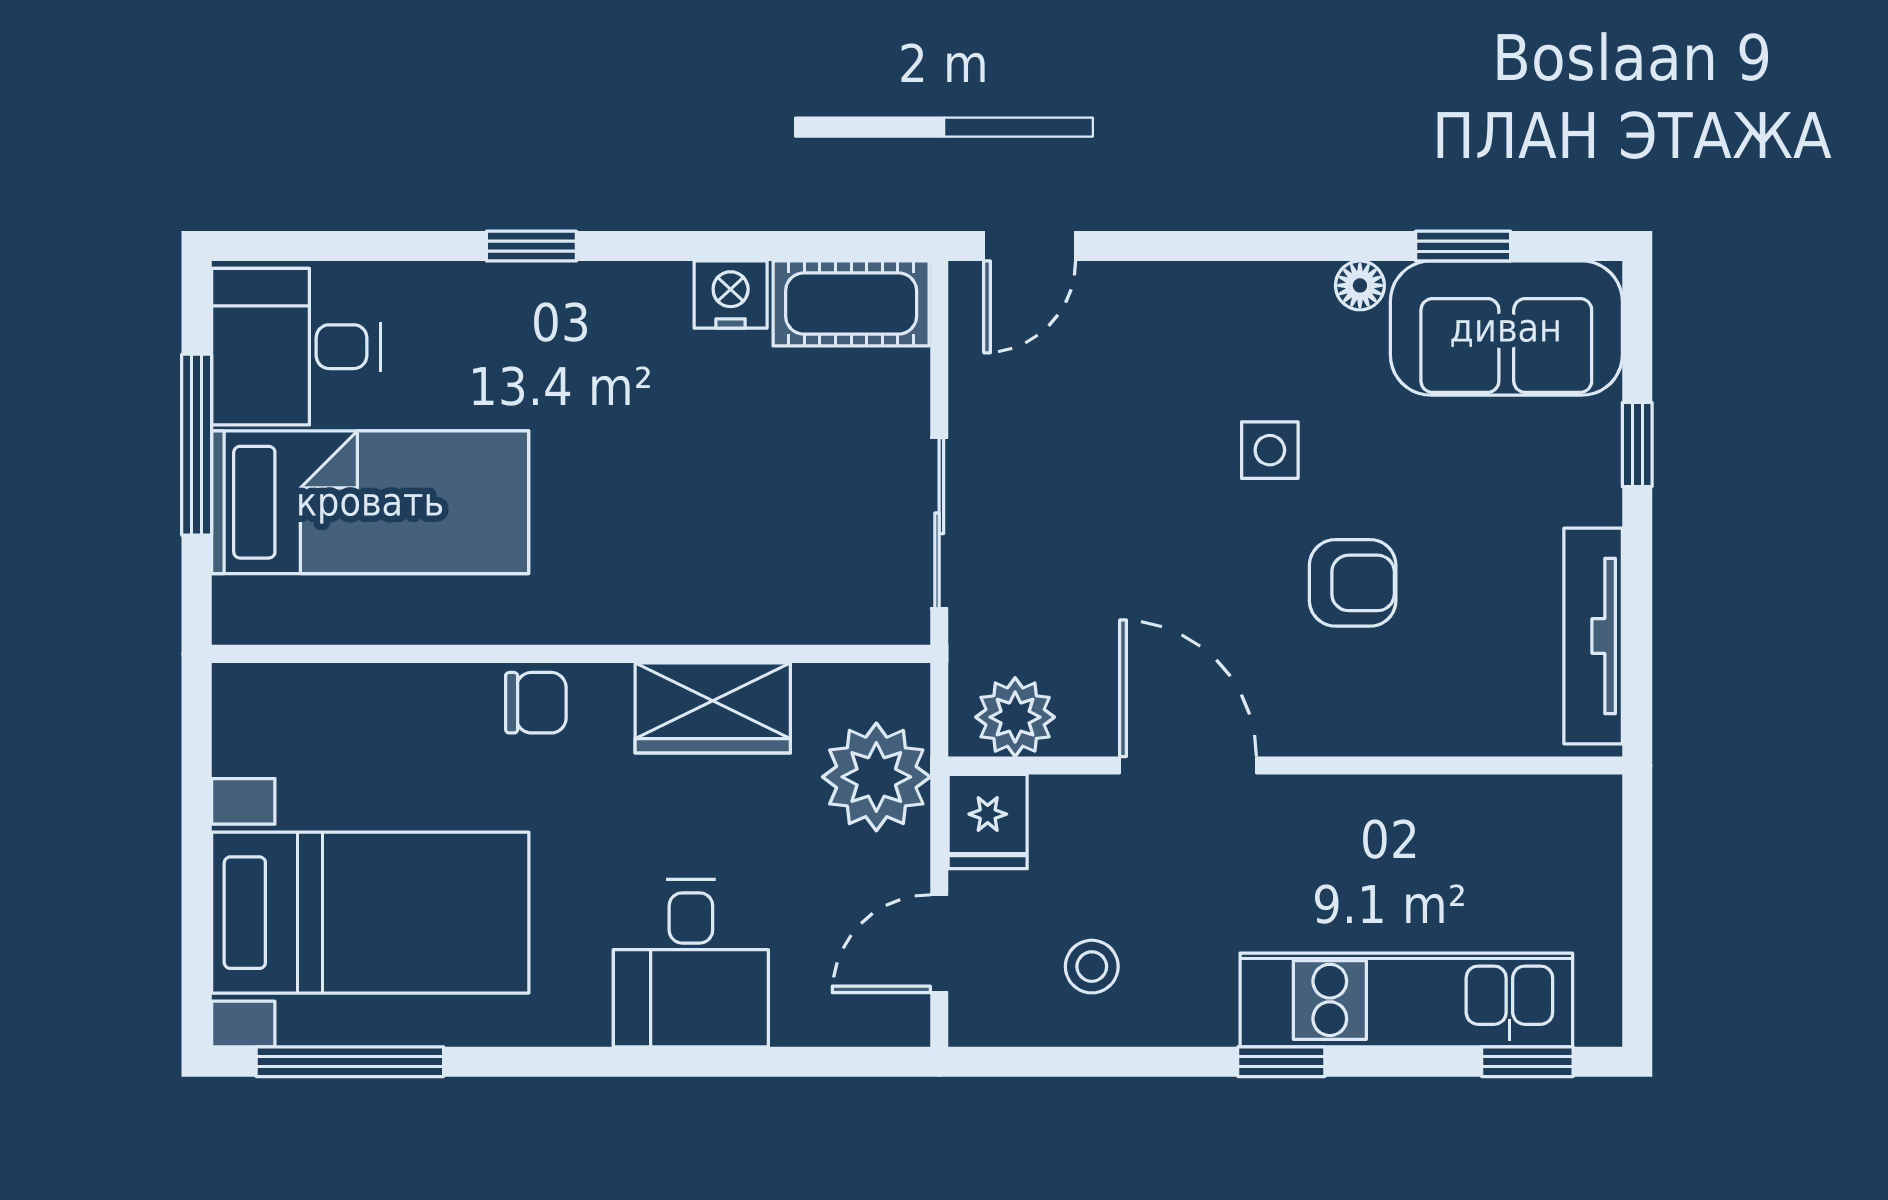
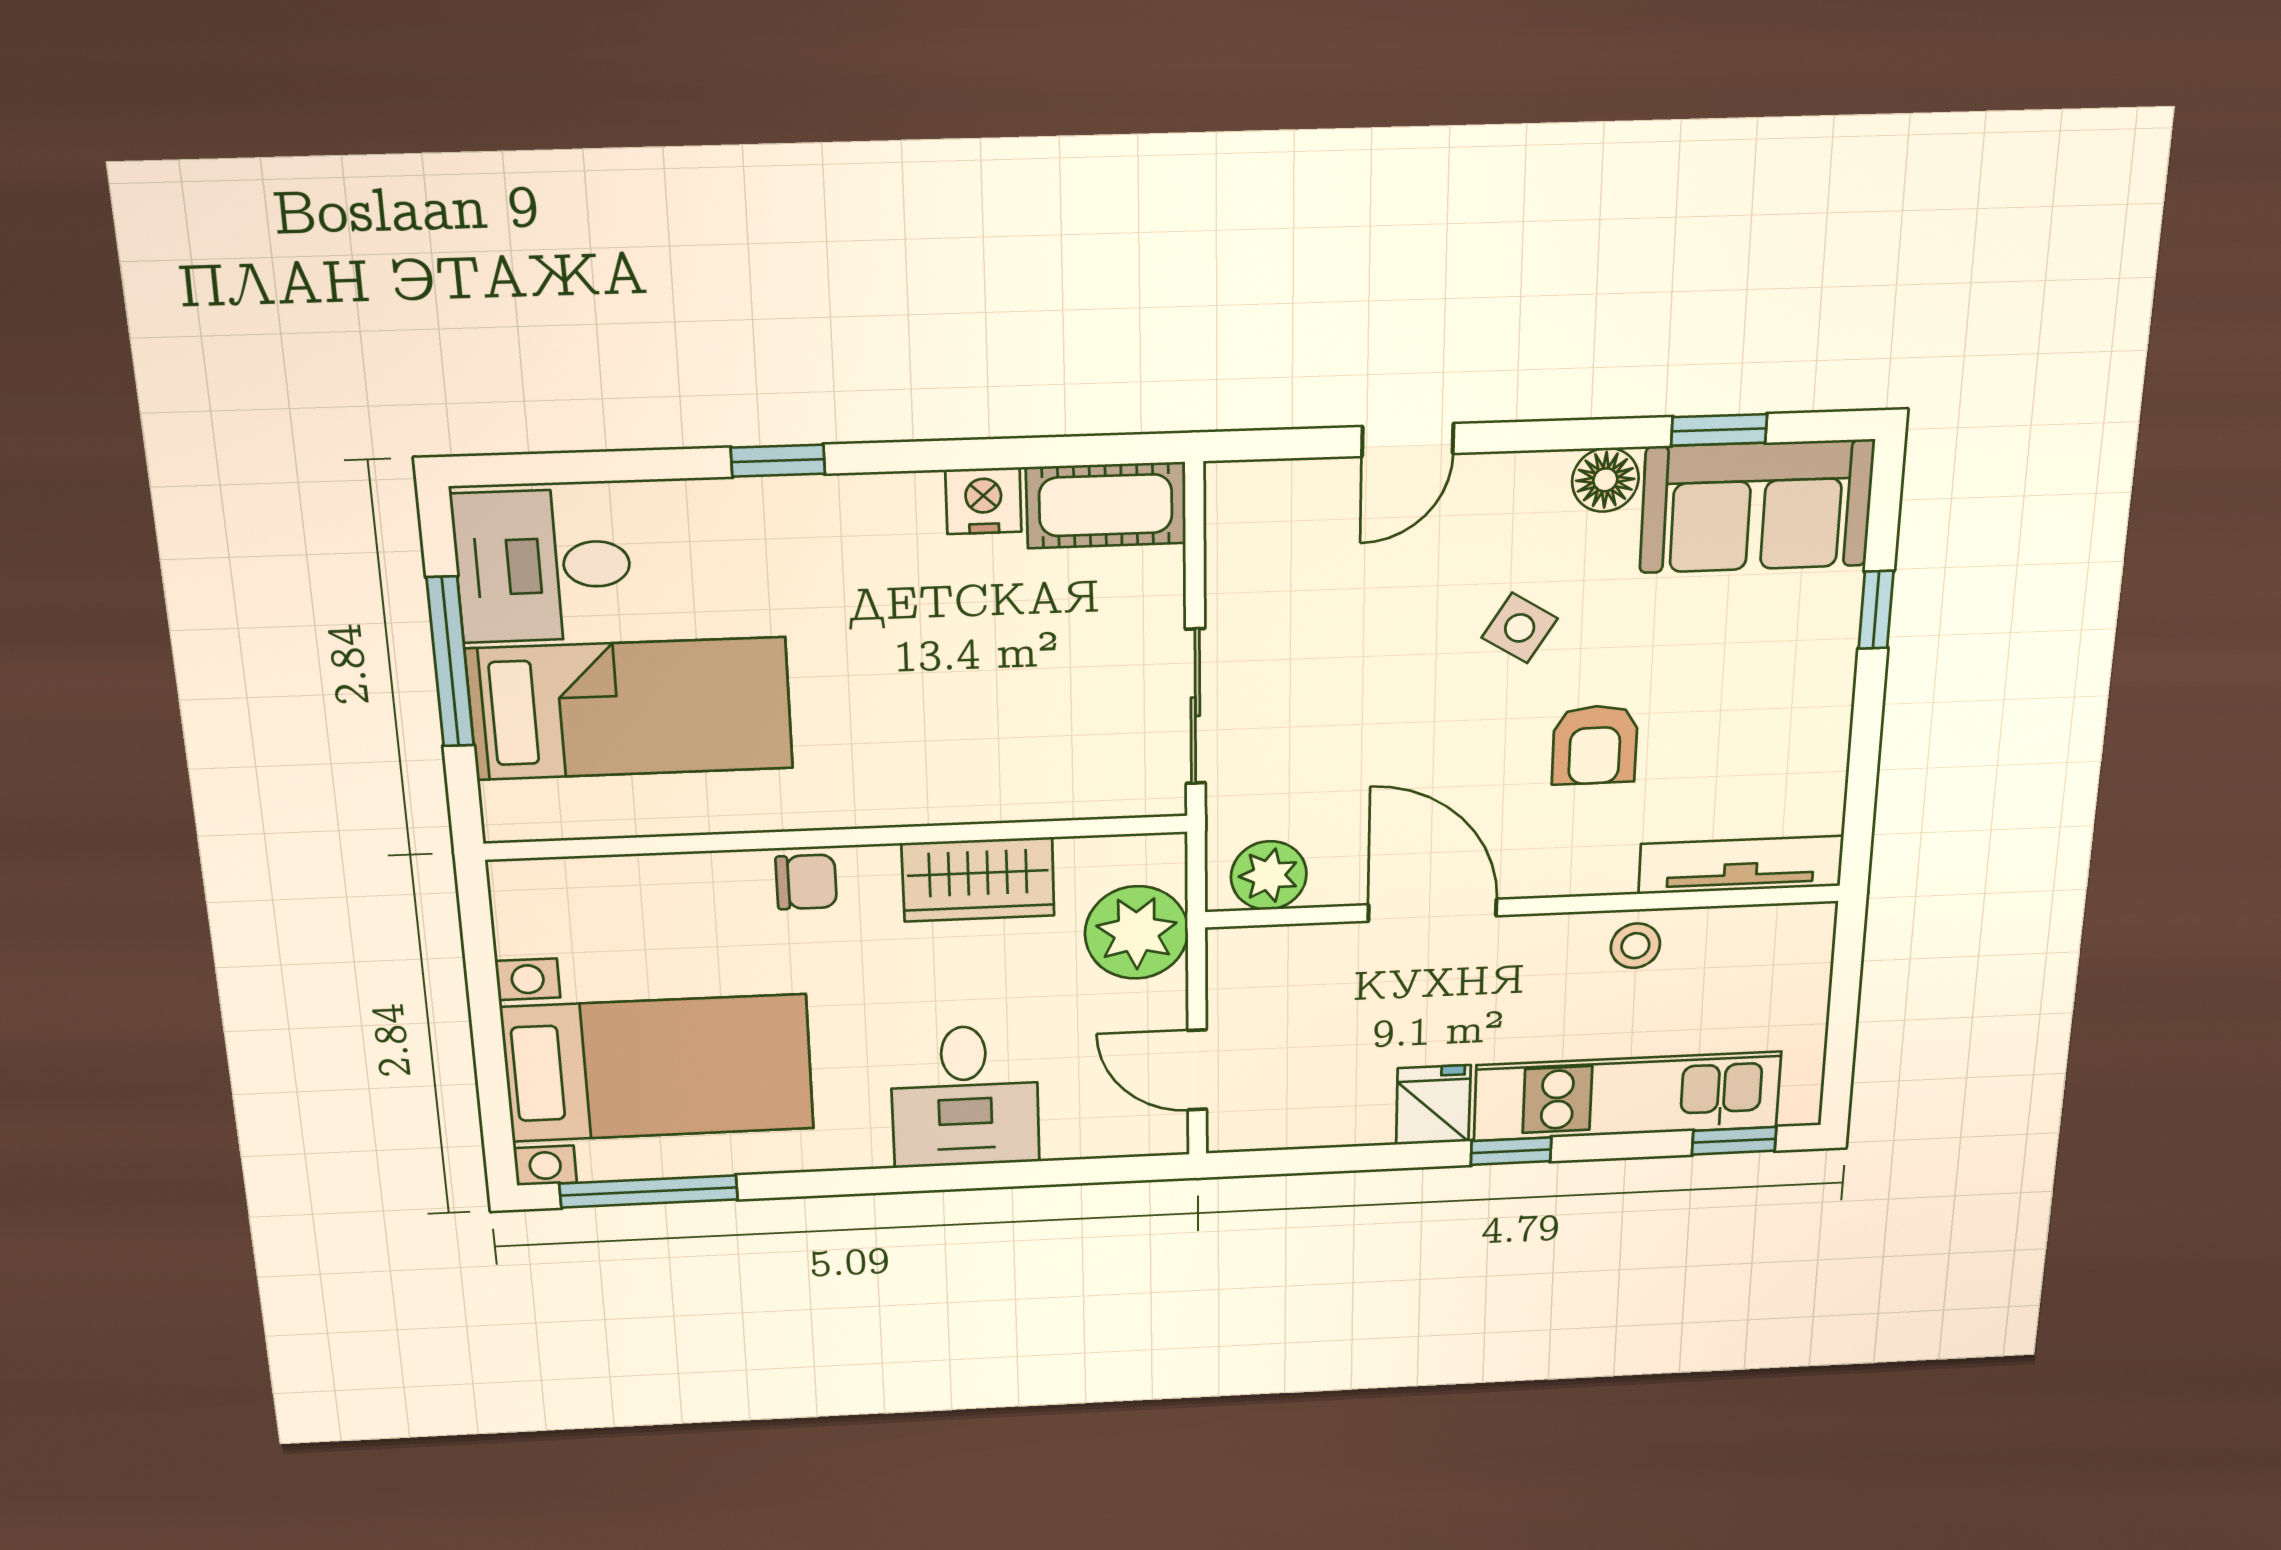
door: (1030, 246) -> (1408, 440), moved
floor lamp: (1360, 285) -> (1605, 480), width x1.37, depth x1.37
side table: (1270, 450) -> (1520, 628), turned 32
armchair: (1353, 583) -> (1595, 745), turned 90
tv unit: (1593, 636) -> (1741, 865), moved, turned 90
fridge: (988, 822) -> (1433, 1105), moved, turned 180
door: (939, 944) -> (1197, 1070), hinge flipped
stool: (1092, 967) -> (1635, 946), moved

